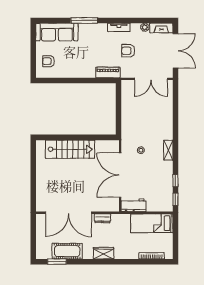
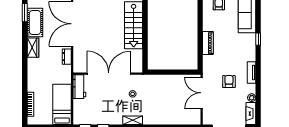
window: (84, 20) -> (258, 39), width x0.46
piano: (108, 72) -> (208, 43), moved
double door: (151, 79) -> (202, 93), moved
wardrobe: (104, 253) -> (33, 48), moved

